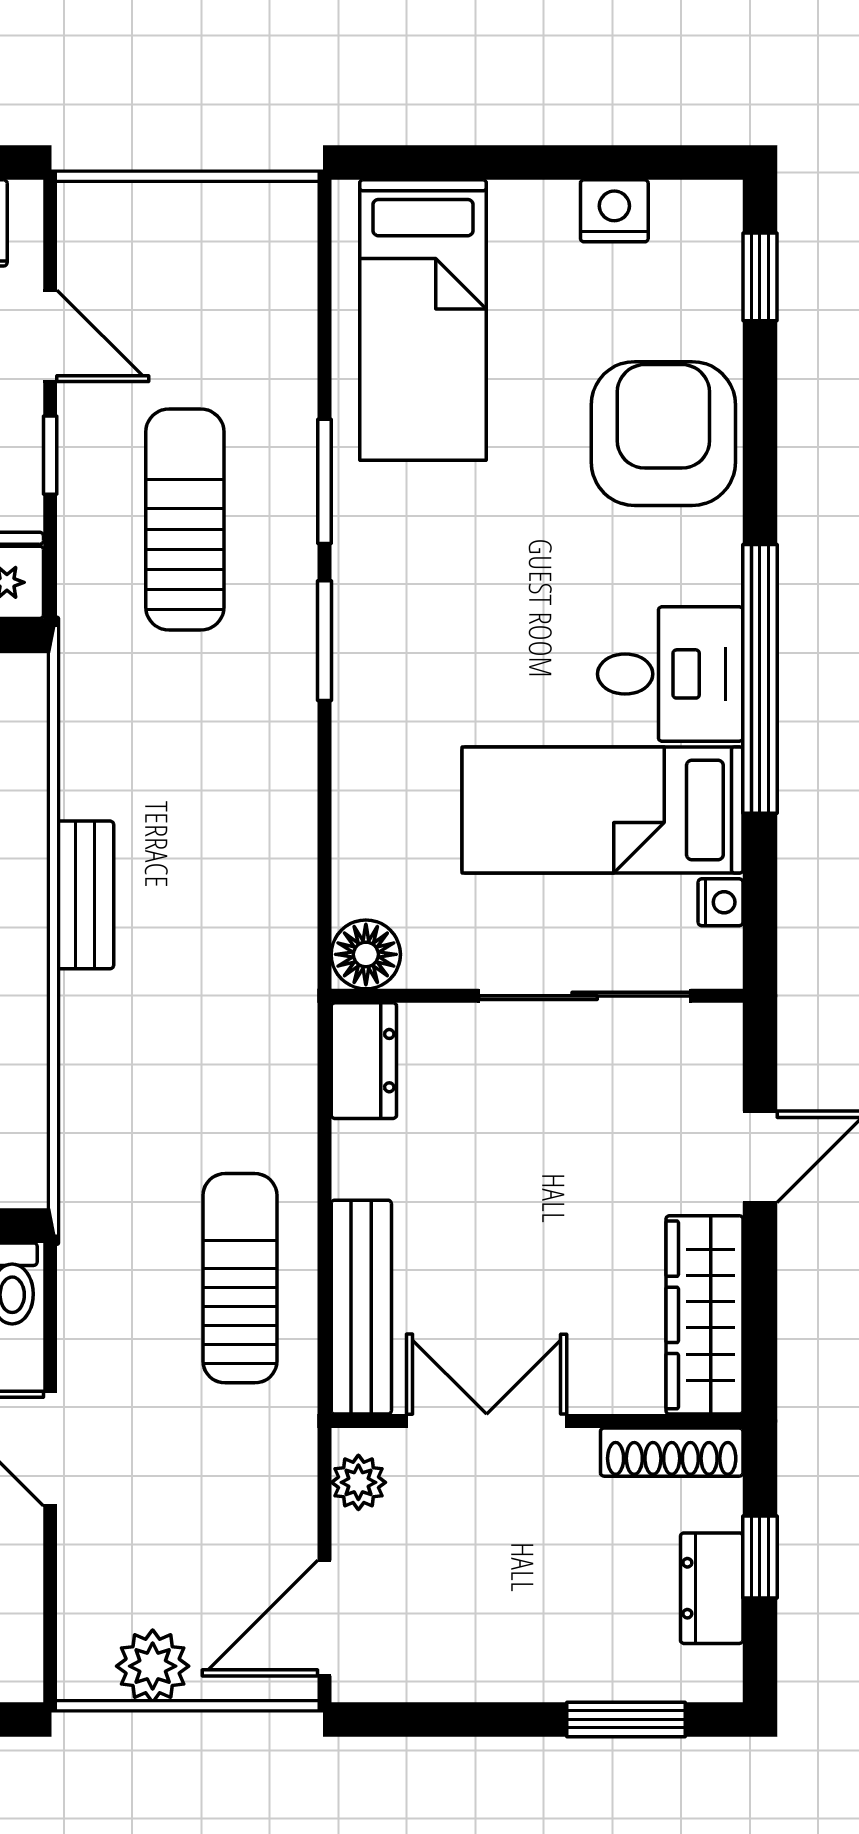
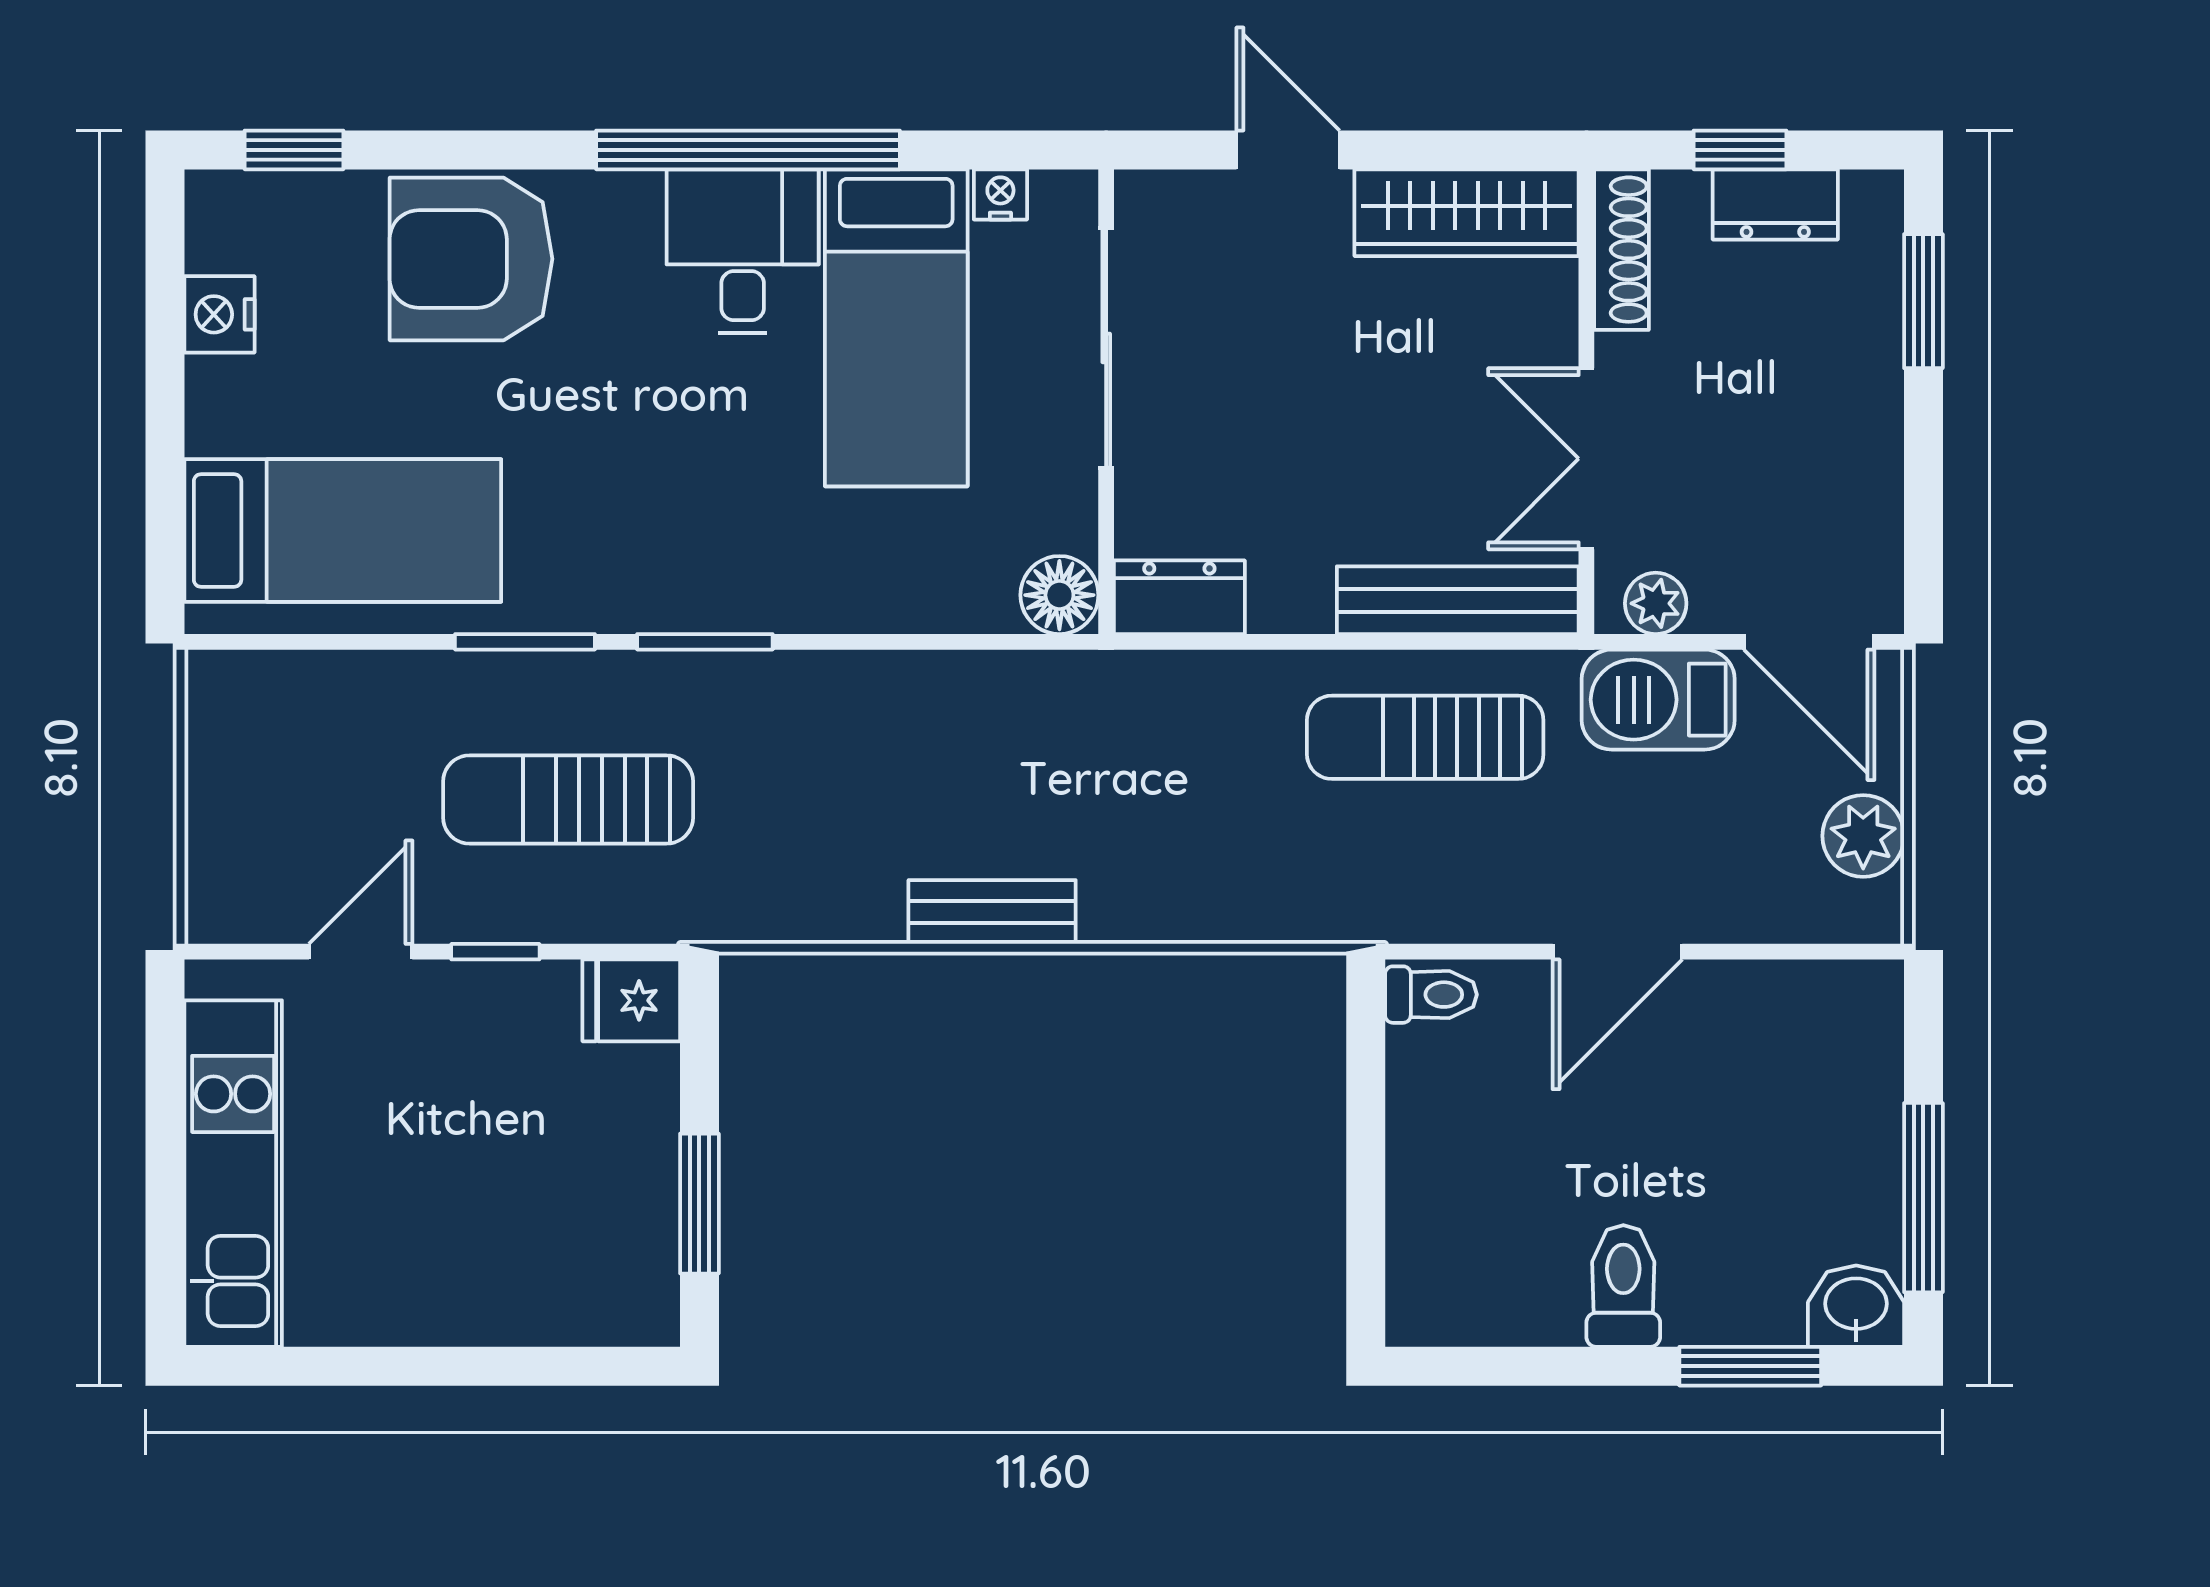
barbecue: (273, 1484) -> (1658, 700), added

